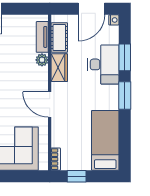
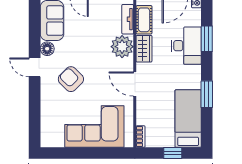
plant: (42, 60) -> (122, 47), width x1.88, depth x1.88
window: (125, 96) -> (207, 94), moved
window: (77, 176) -> (173, 153), moved

